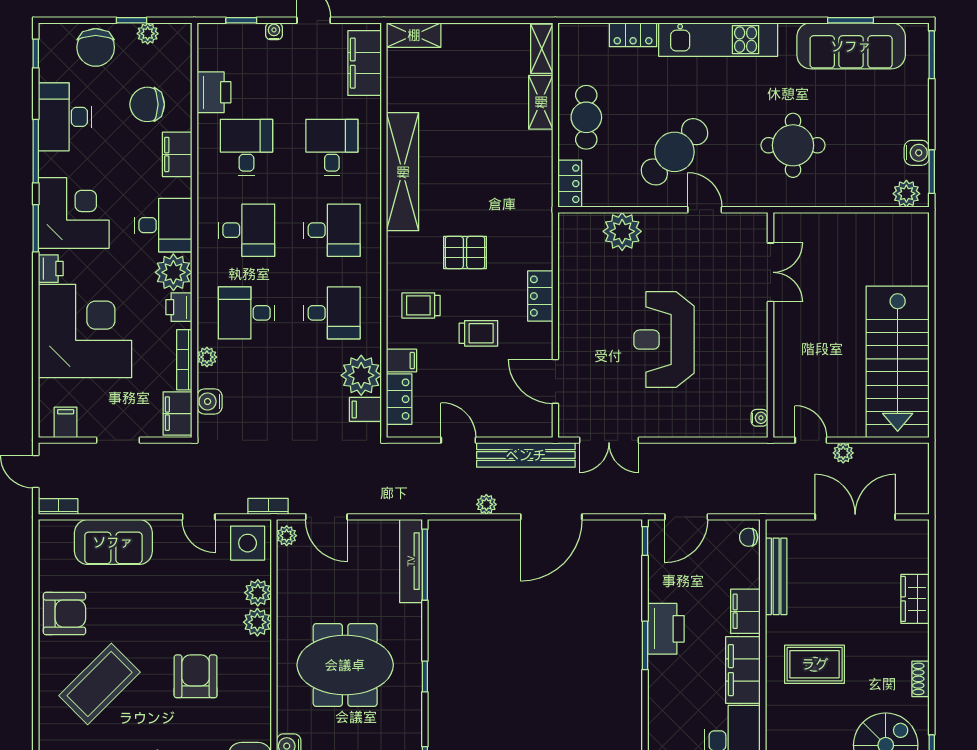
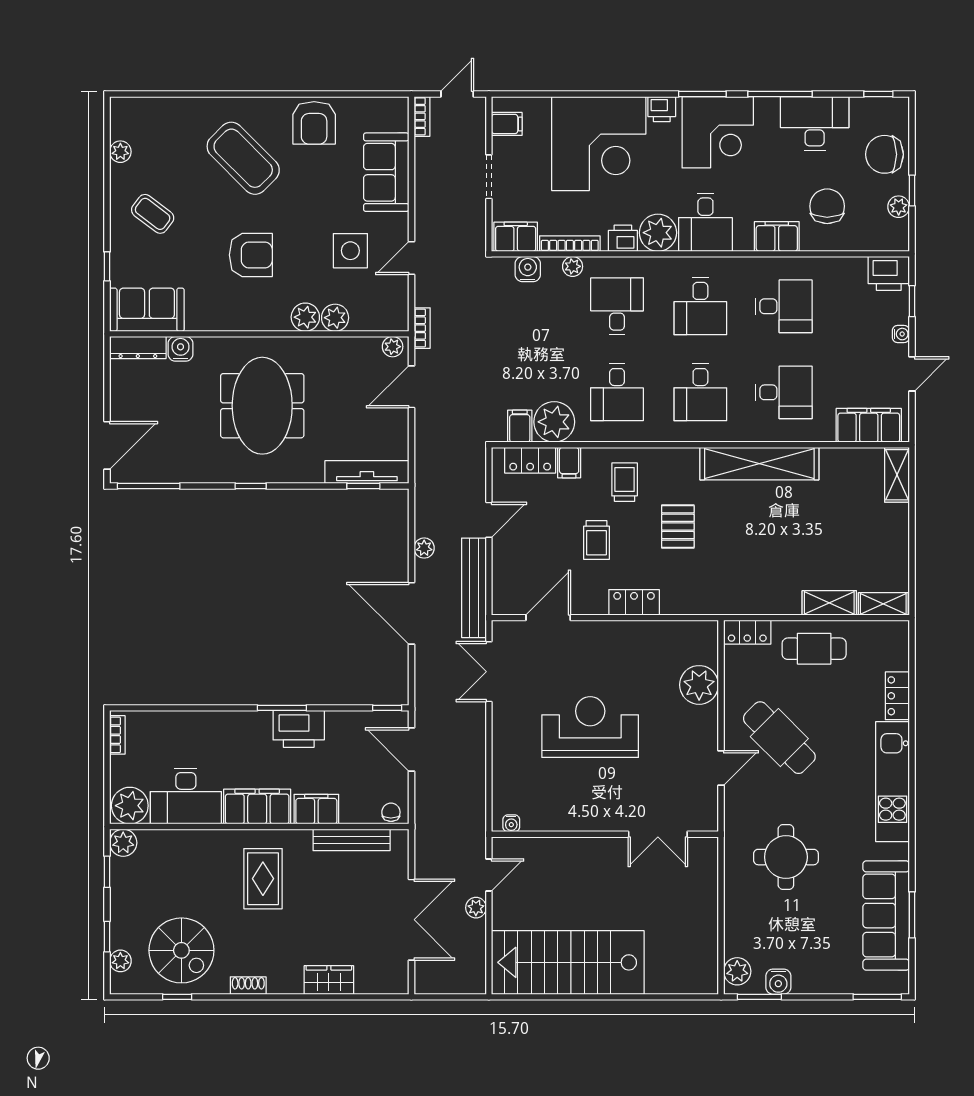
printer: (214, 92) -> (889, 273), moved
side table: (248, 543) -> (350, 251), moved
window: (425, 565) -> (363, 486), width x0.46

